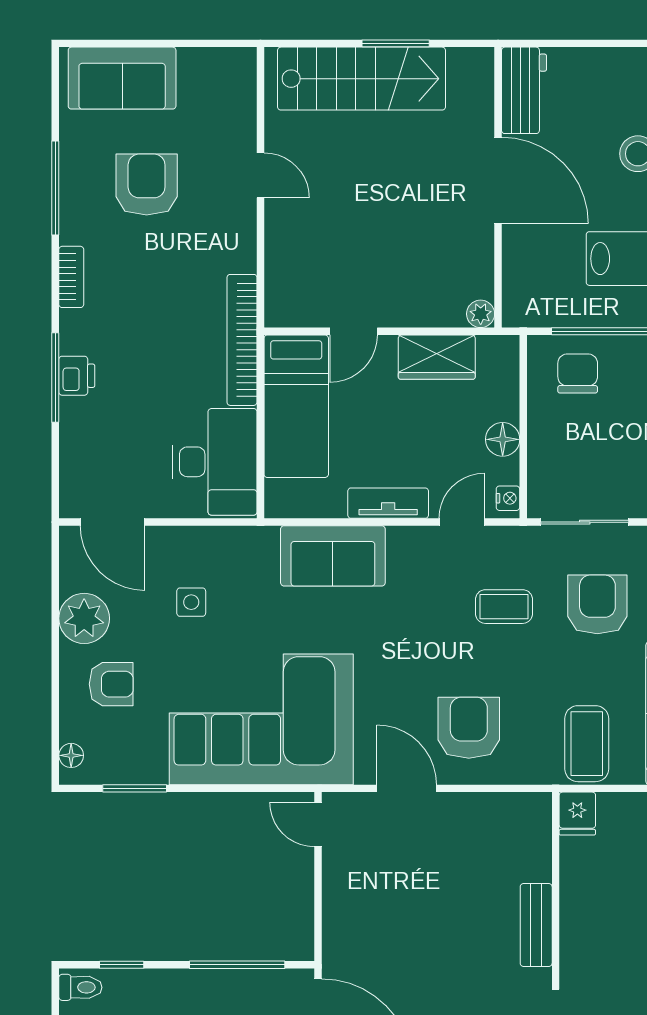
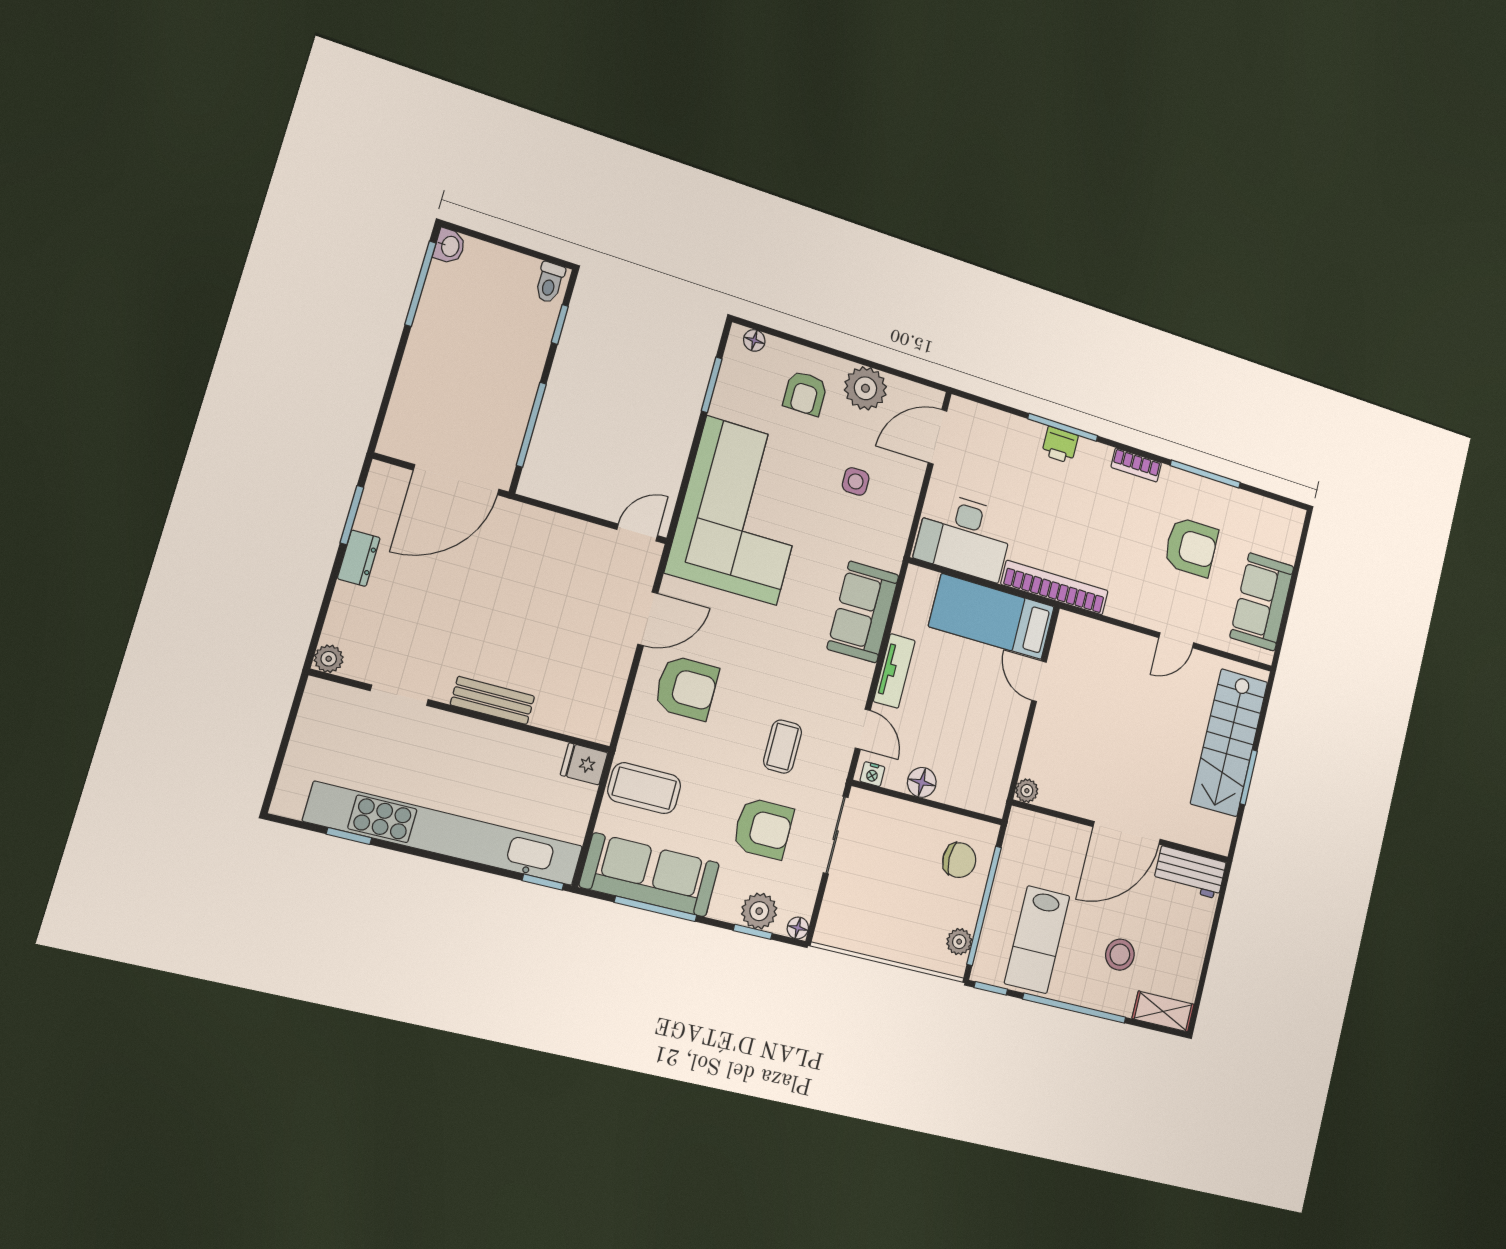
sofa: (122, 78) -> (1262, 602), moved
wardrobe: (437, 357) -> (1002, 745), removed

